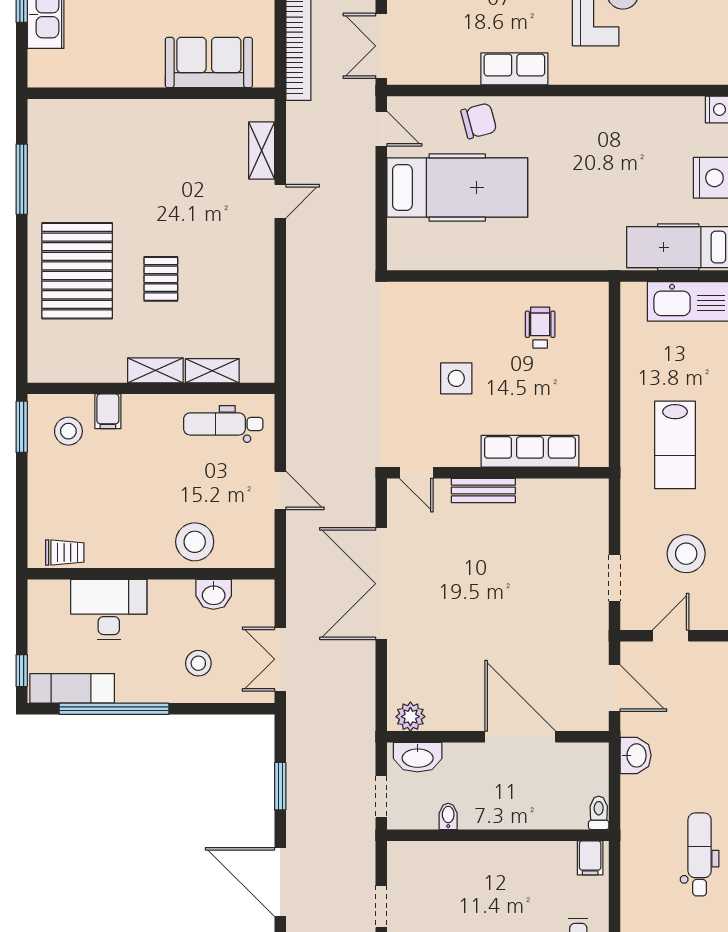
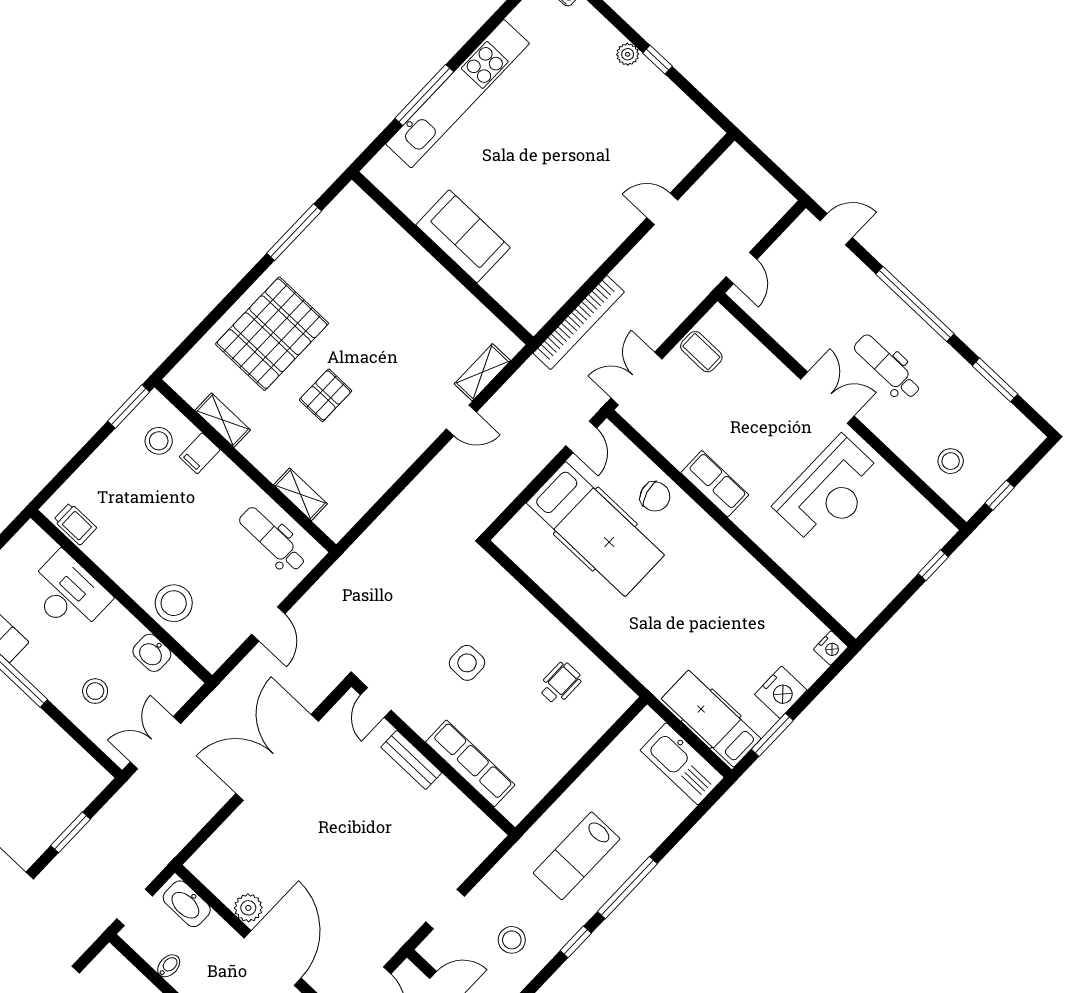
sofa: (209, 62) -> (463, 236), moved
shelving: (155, 370) -> (223, 420), moved
stool: (686, 554) -> (512, 940), width x0.73, depth x0.73
plant: (410, 717) -> (248, 908), moved

